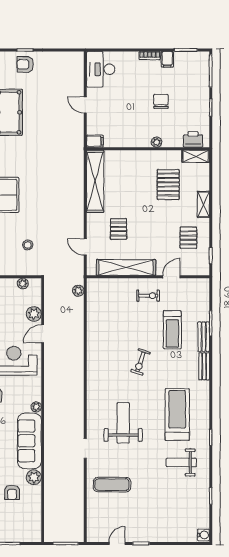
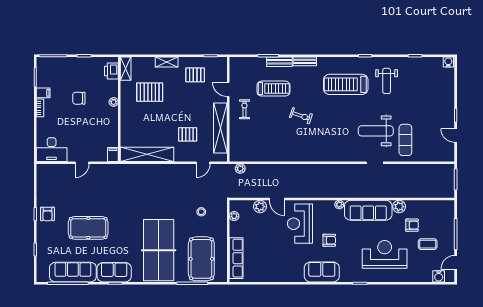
weight bench: (123, 423) -> (376, 131), moved

